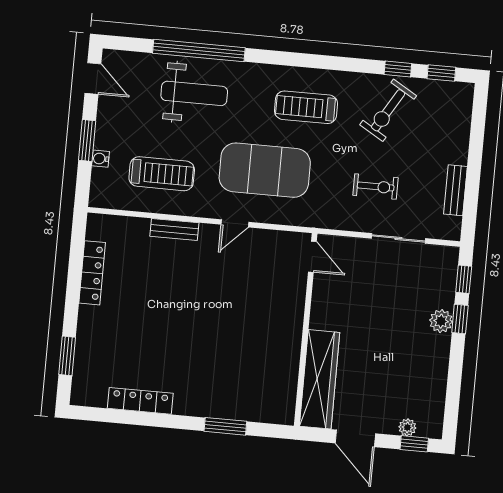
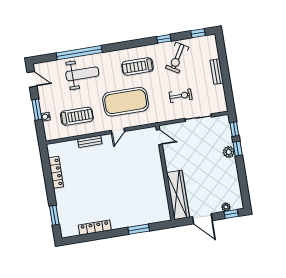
window: (398, 69) -> (164, 39), moved
bench: (455, 190) -> (217, 72), moved

